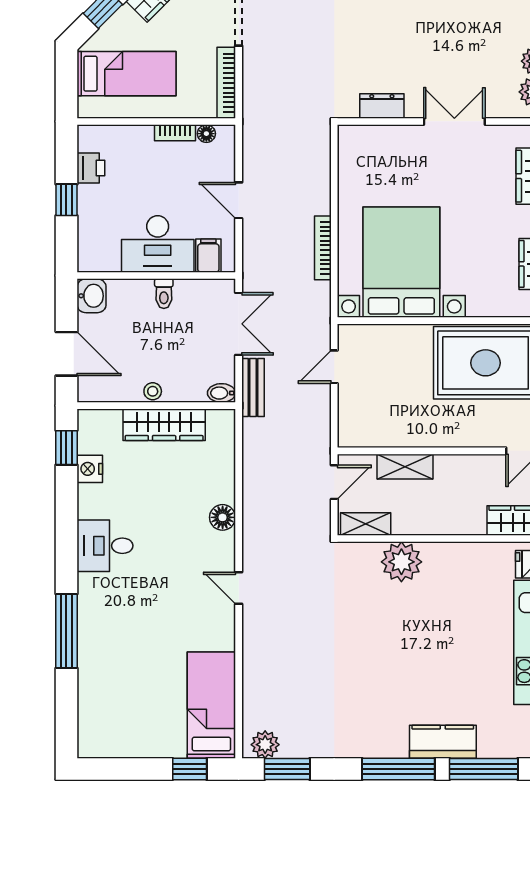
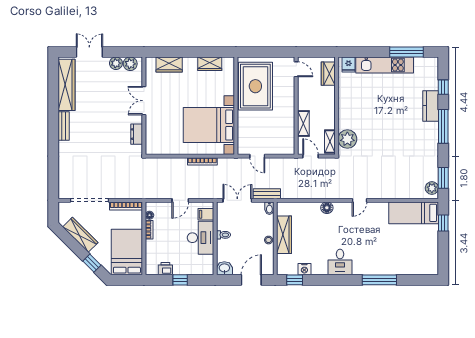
bed: (127, 74) -> (127, 252), width x1.50
plant: (401, 562) -> (347, 139), moved
window: (484, 769) -> (443, 87), width x0.46

